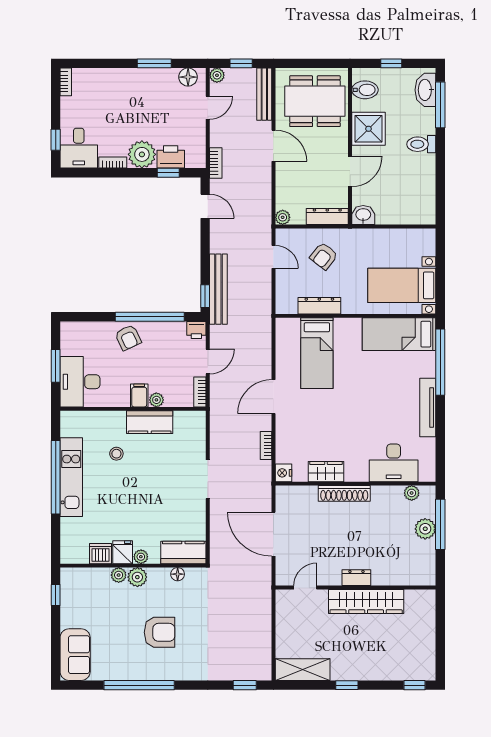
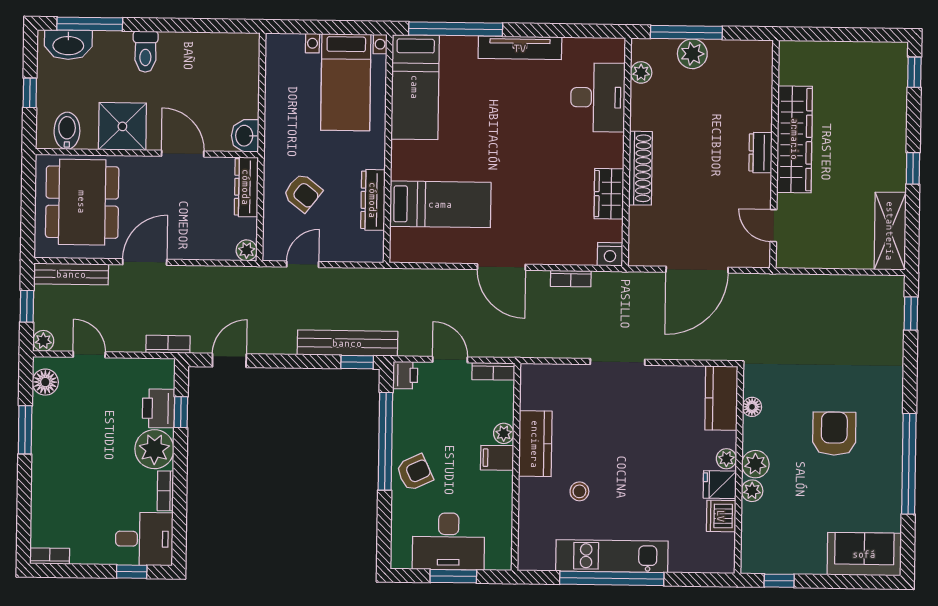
desk: (80, 382) -> (448, 541), moved

